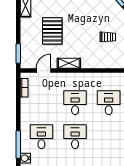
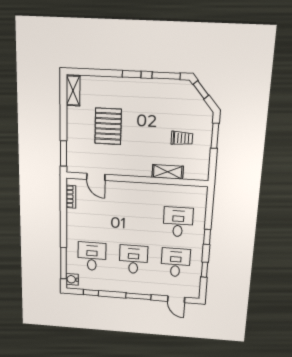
shelving: (69, 63) -> (168, 172), moved
door: (44, 71) -> (96, 177), swing flipped
desk: (75, 103) -> (176, 262), moved

